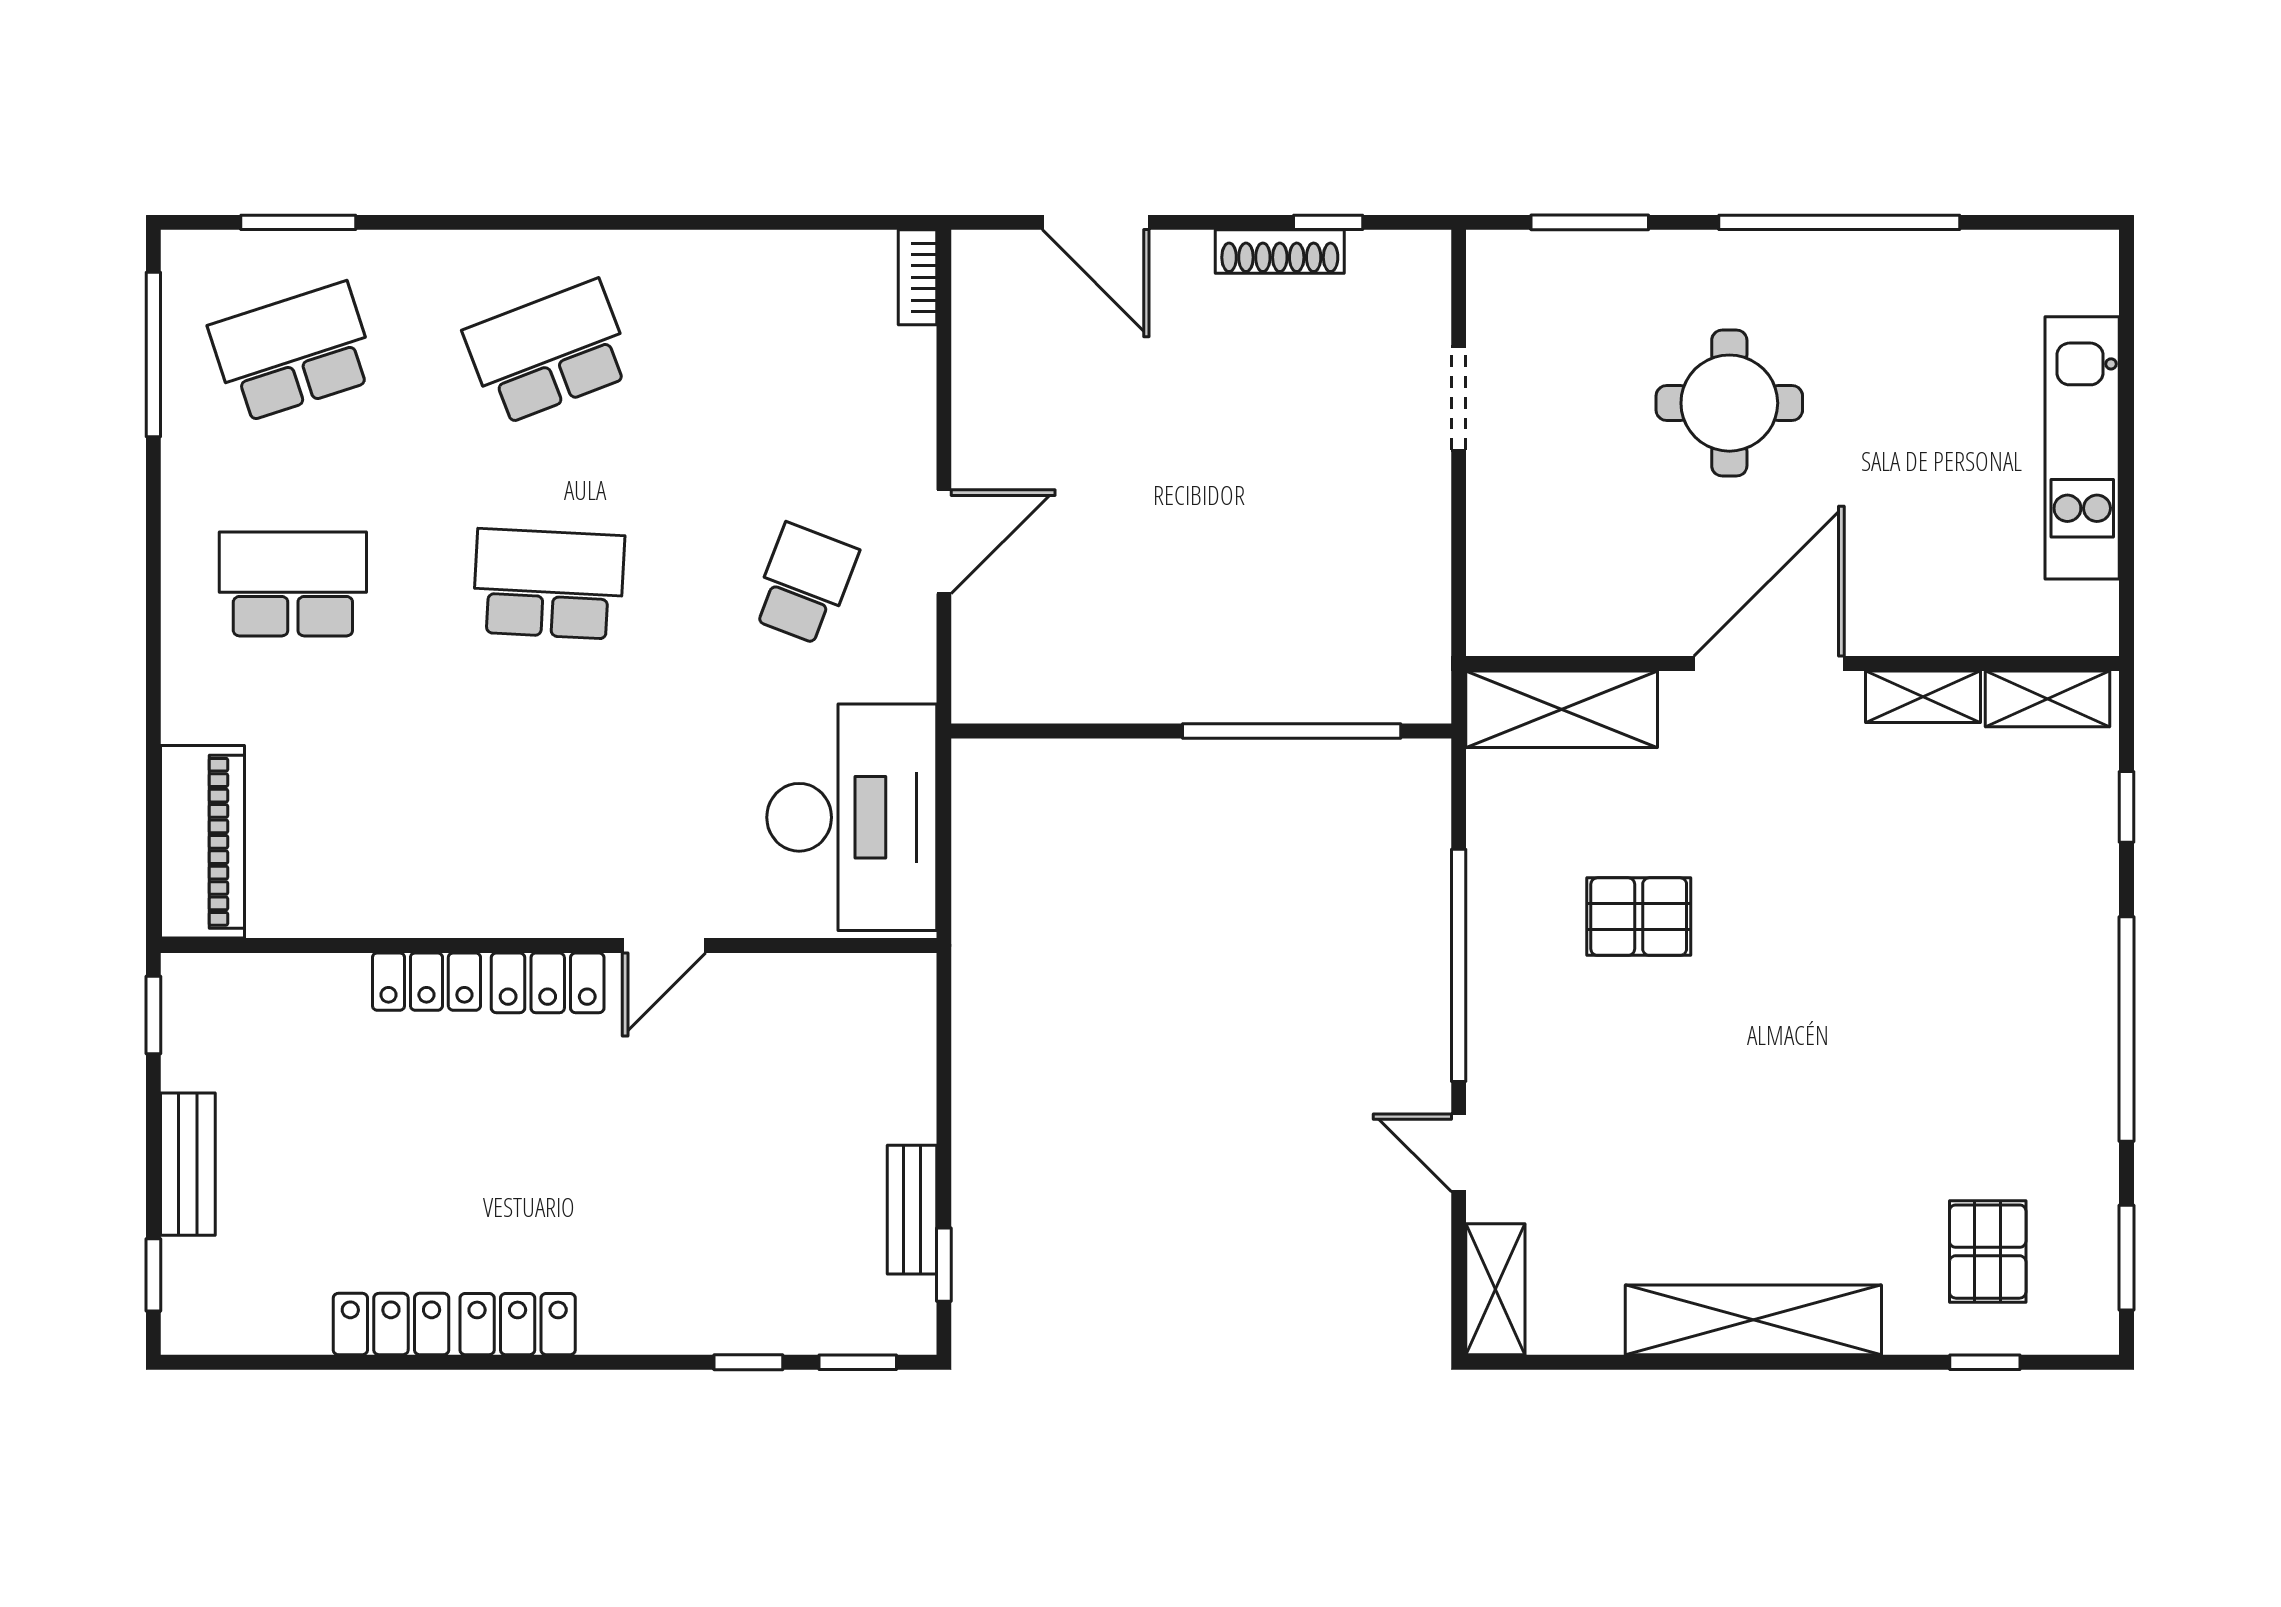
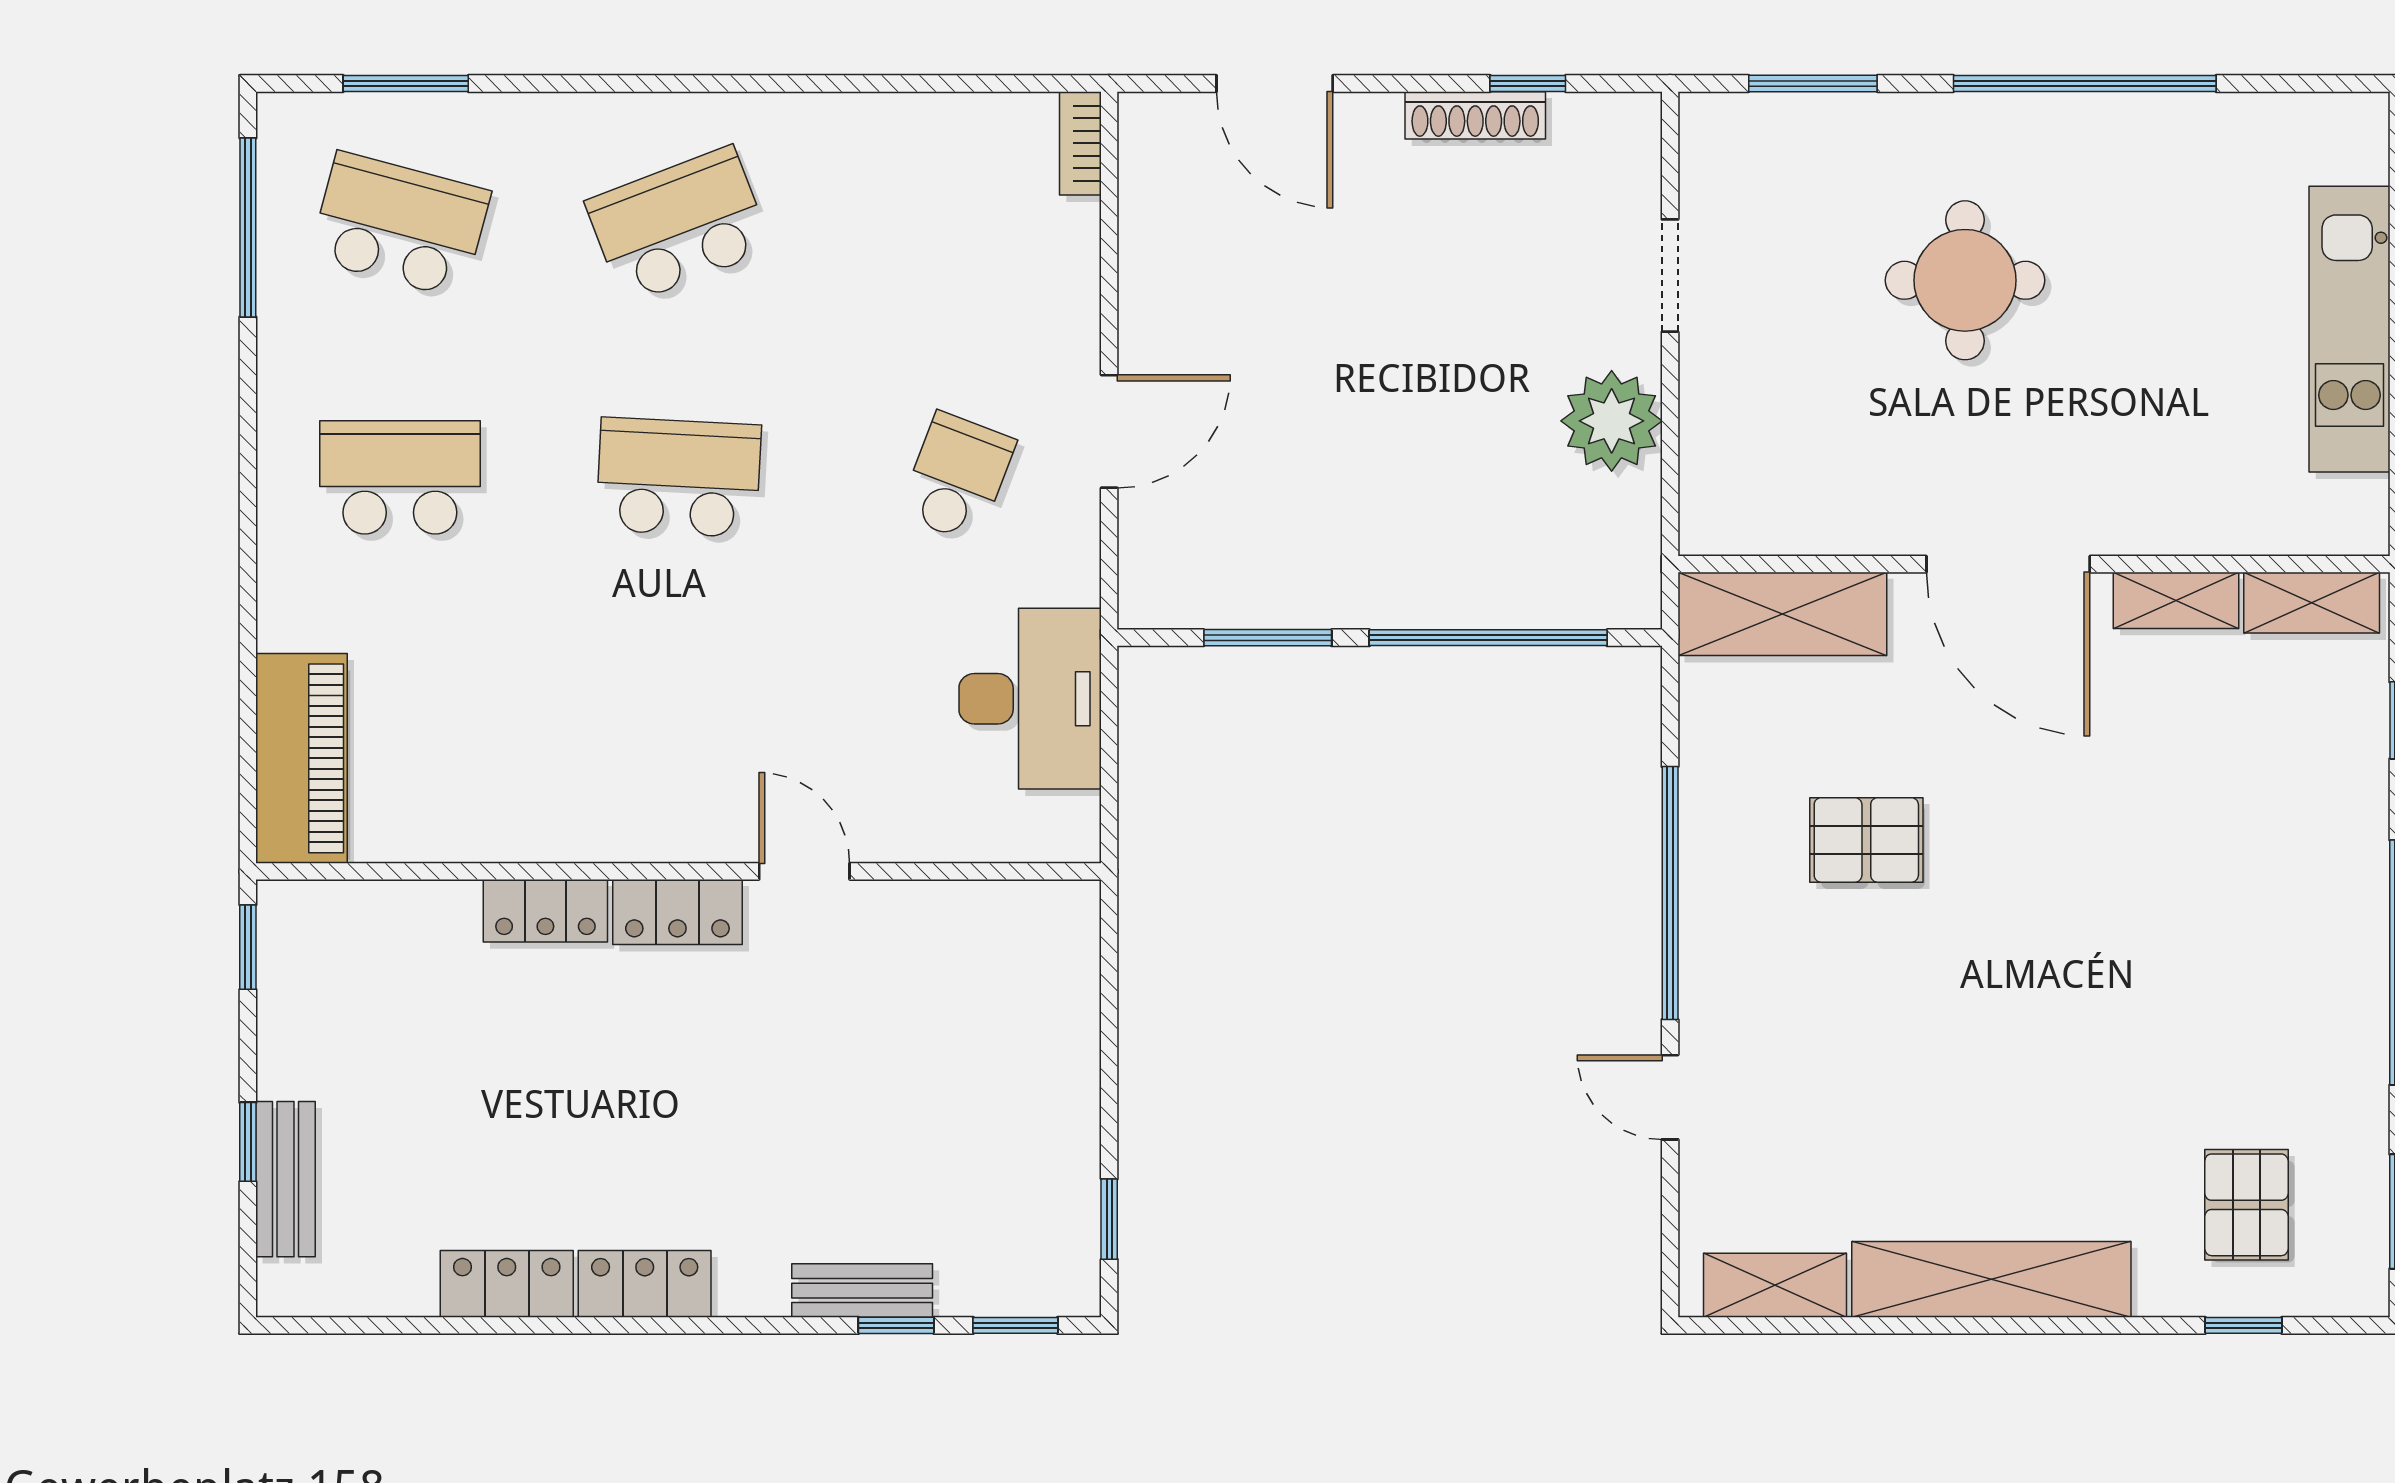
school desk: (293, 352) -> (400, 225), turned 33
plant: (1405, 532) -> (1612, 421), added
door: (1769, 664) -> (2008, 564), swing flipped
window: (1089, 731) -> (1268, 638), added
desk: (852, 817) -> (1030, 699), width x0.73, depth x0.77
door: (664, 945) -> (804, 871), swing flipped
bench: (188, 1164) -> (286, 1179), moved
bench: (912, 1210) -> (862, 1291), moved, turned 90
window: (153, 1275) -> (248, 1142), moved
shelving: (1495, 1289) -> (1775, 1285), moved, turned 90

